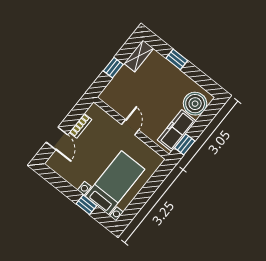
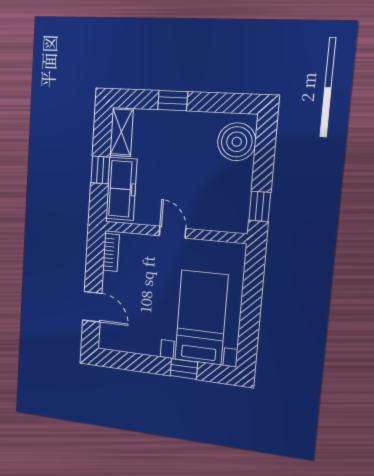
bookcase: (80, 126) -> (111, 252), moved
freezer: (177, 130) -> (121, 189), moved, turned 180

